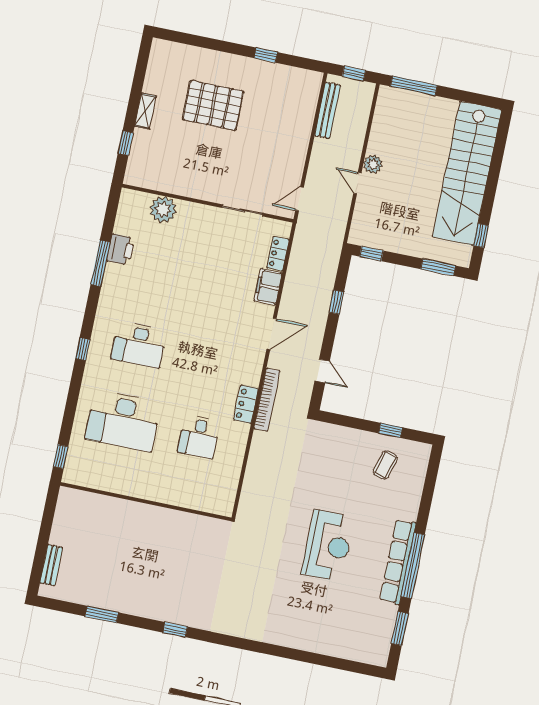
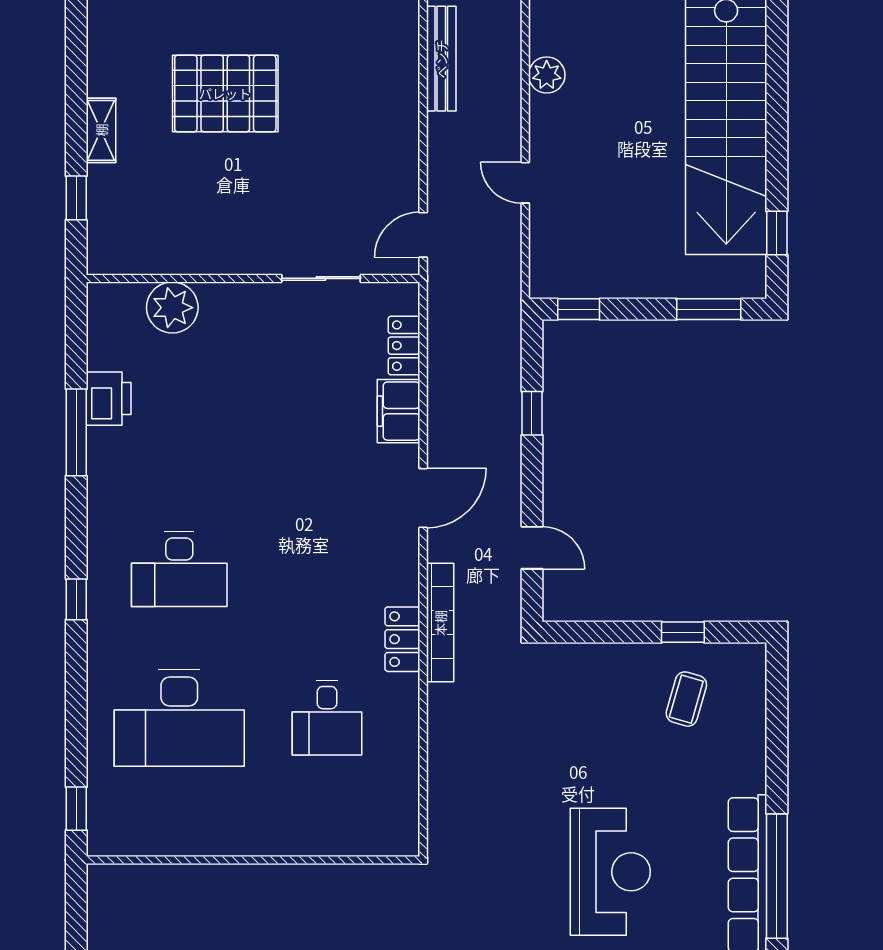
plant: (373, 164) -> (547, 75), moved

